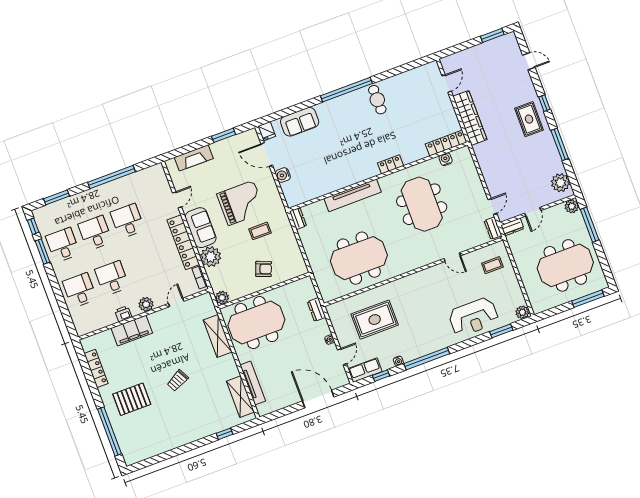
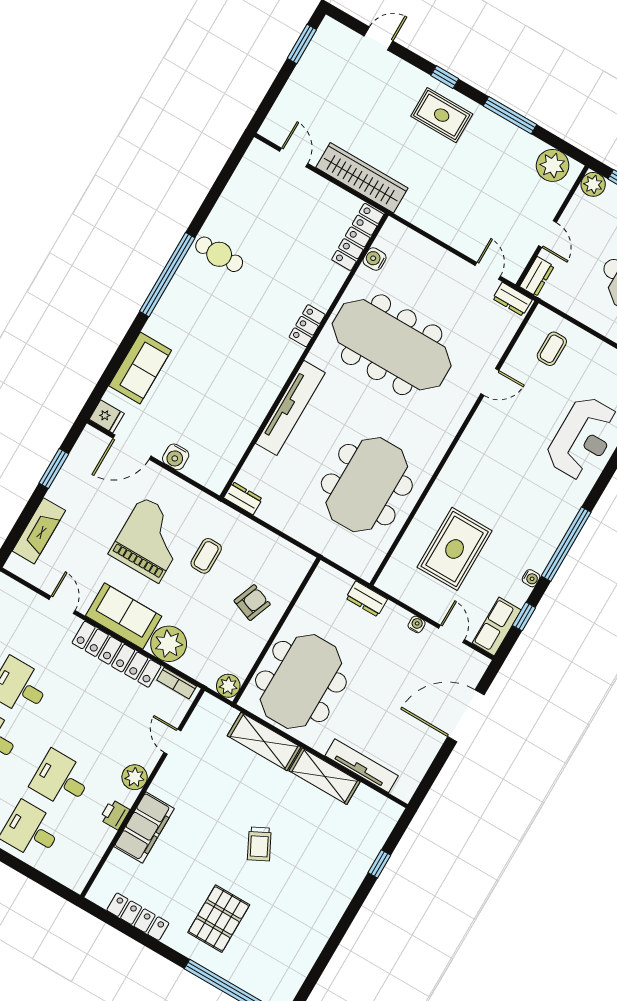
meeting table: (422, 204) -> (392, 345), width x1.36
shelving: (240, 397) -> (325, 776), moved

